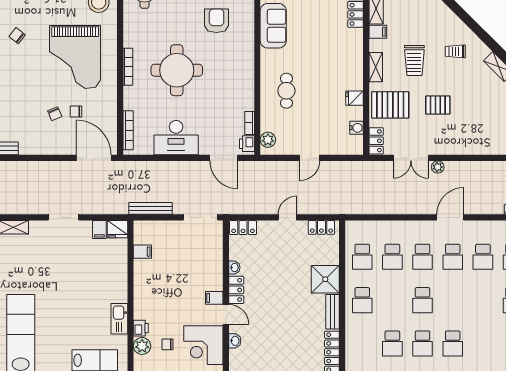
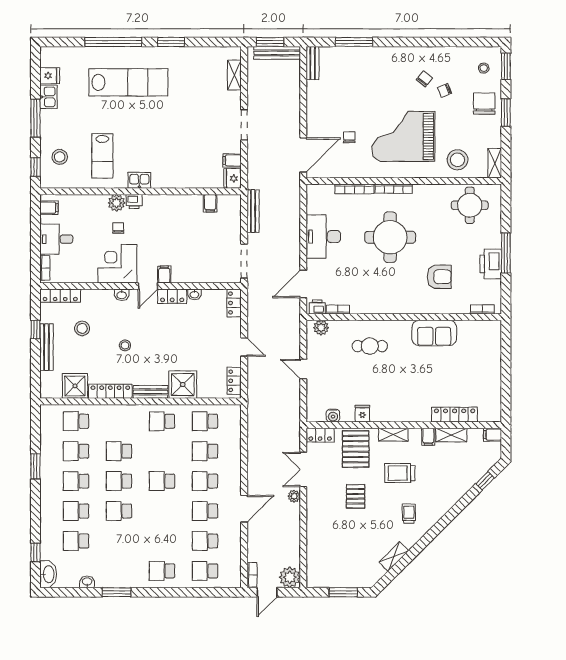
chair: (55, 114) -> (445, 90), moved
bookcase: (128, 130) -> (354, 189), moved
door: (450, 217) -> (244, 509), hinge flipped
kitchen sink: (119, 319) -> (139, 180), width x0.73
stool: (286, 337) -> (125, 345), added

